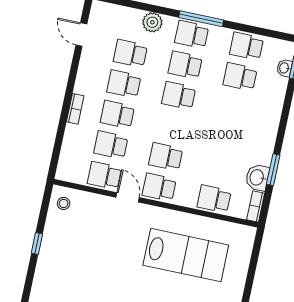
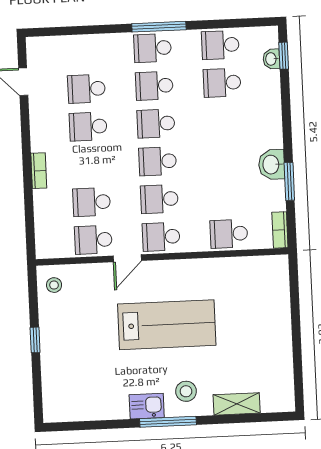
plant: (152, 22) -> (103, 46), removed
school desk: (117, 114) -> (158, 161), moved
washbasin: (257, 177) -> (272, 165), moved
door: (128, 197) -> (127, 258), swing flipped
lab bench: (186, 255) -> (167, 325), moved

